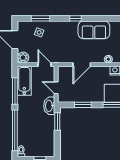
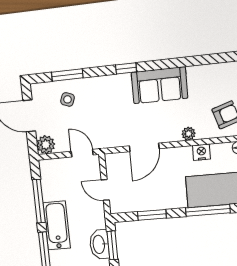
bathtub: (24, 81) -> (57, 225), moved
washbasin: (49, 106) -> (99, 244), moved

